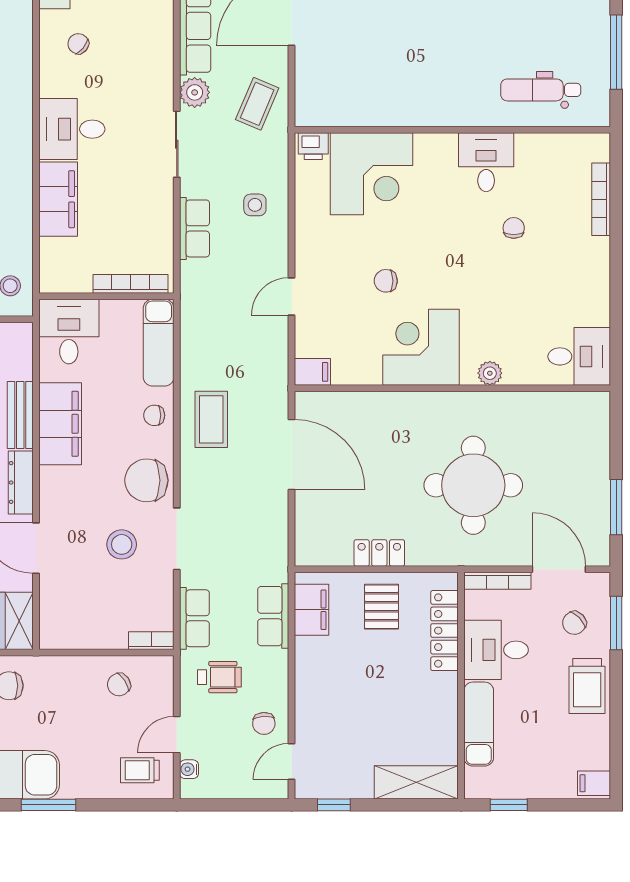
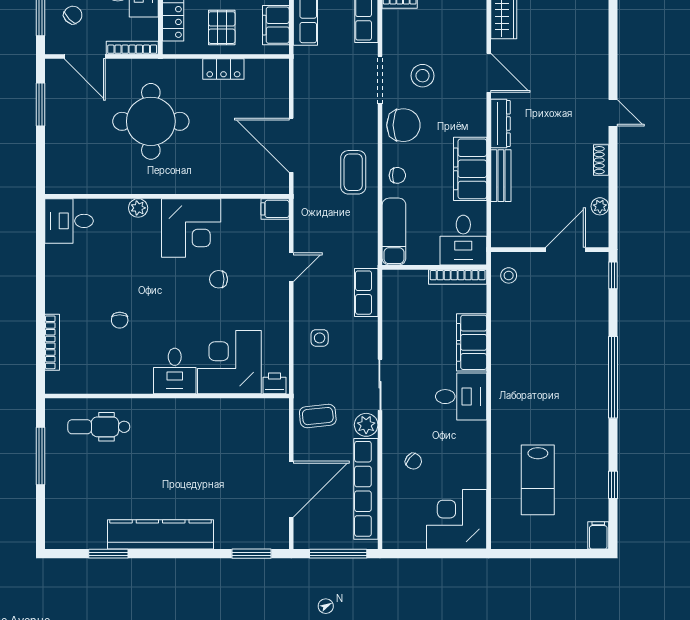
chair: (78, 44) -> (413, 461), moved
dental chair: (541, 90) -> (99, 427), turned 180
coffee table: (257, 104) -> (318, 416), turned 61
desk: (486, 162) -> (175, 371), moved
row of seats: (194, 228) -> (366, 293), moved
chair: (386, 281) -> (218, 279), turned 180
bookcase: (130, 284) -> (458, 277), moved

